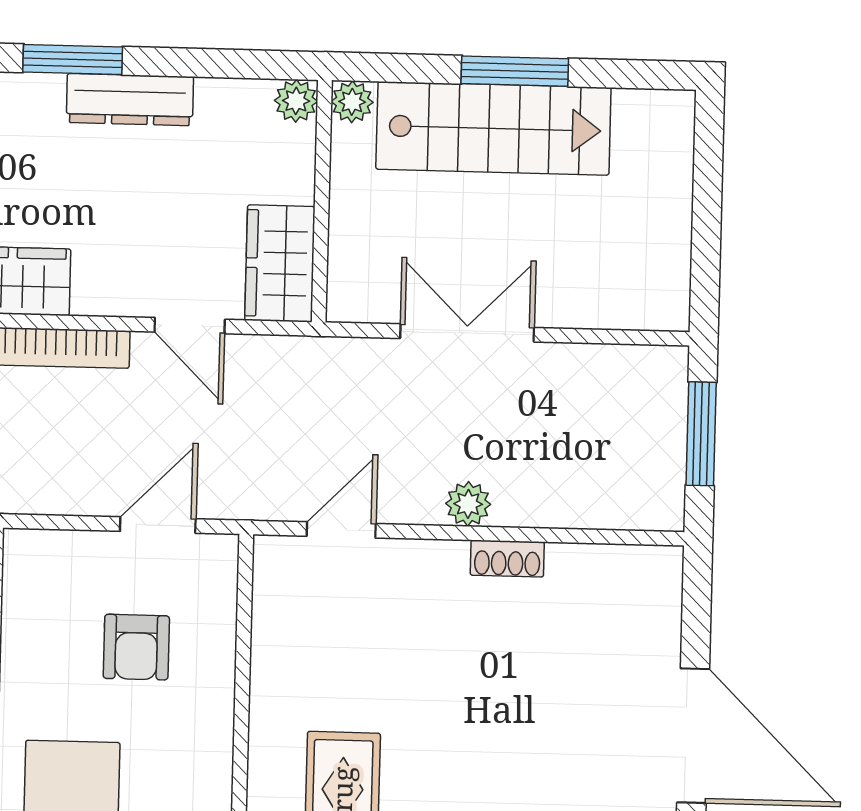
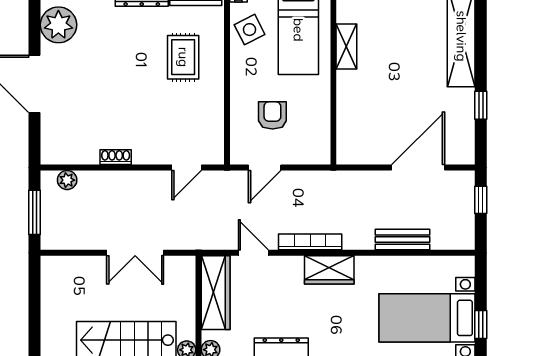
wardrobe: (280, 263) -> (216, 293), width x1.50
plant: (468, 504) -> (67, 180), moved

